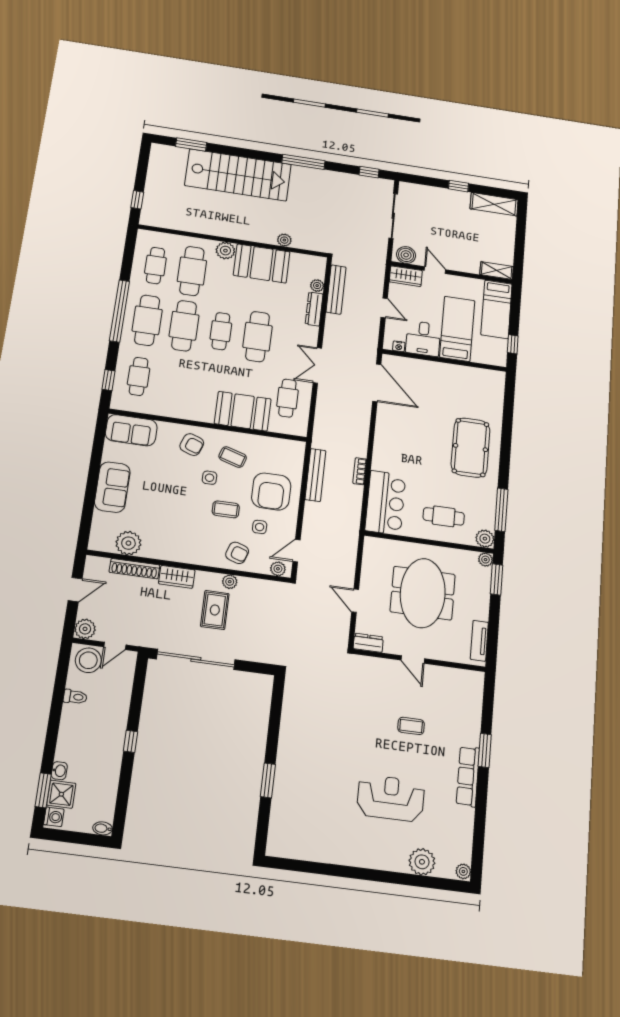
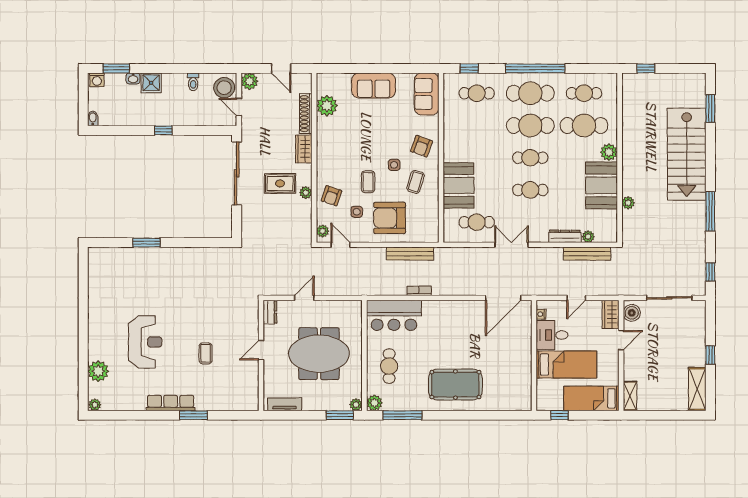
cafe table: (258, 337) -> (530, 190), width x0.73, depth x0.74
shower: (61, 794) -> (151, 83), moved

